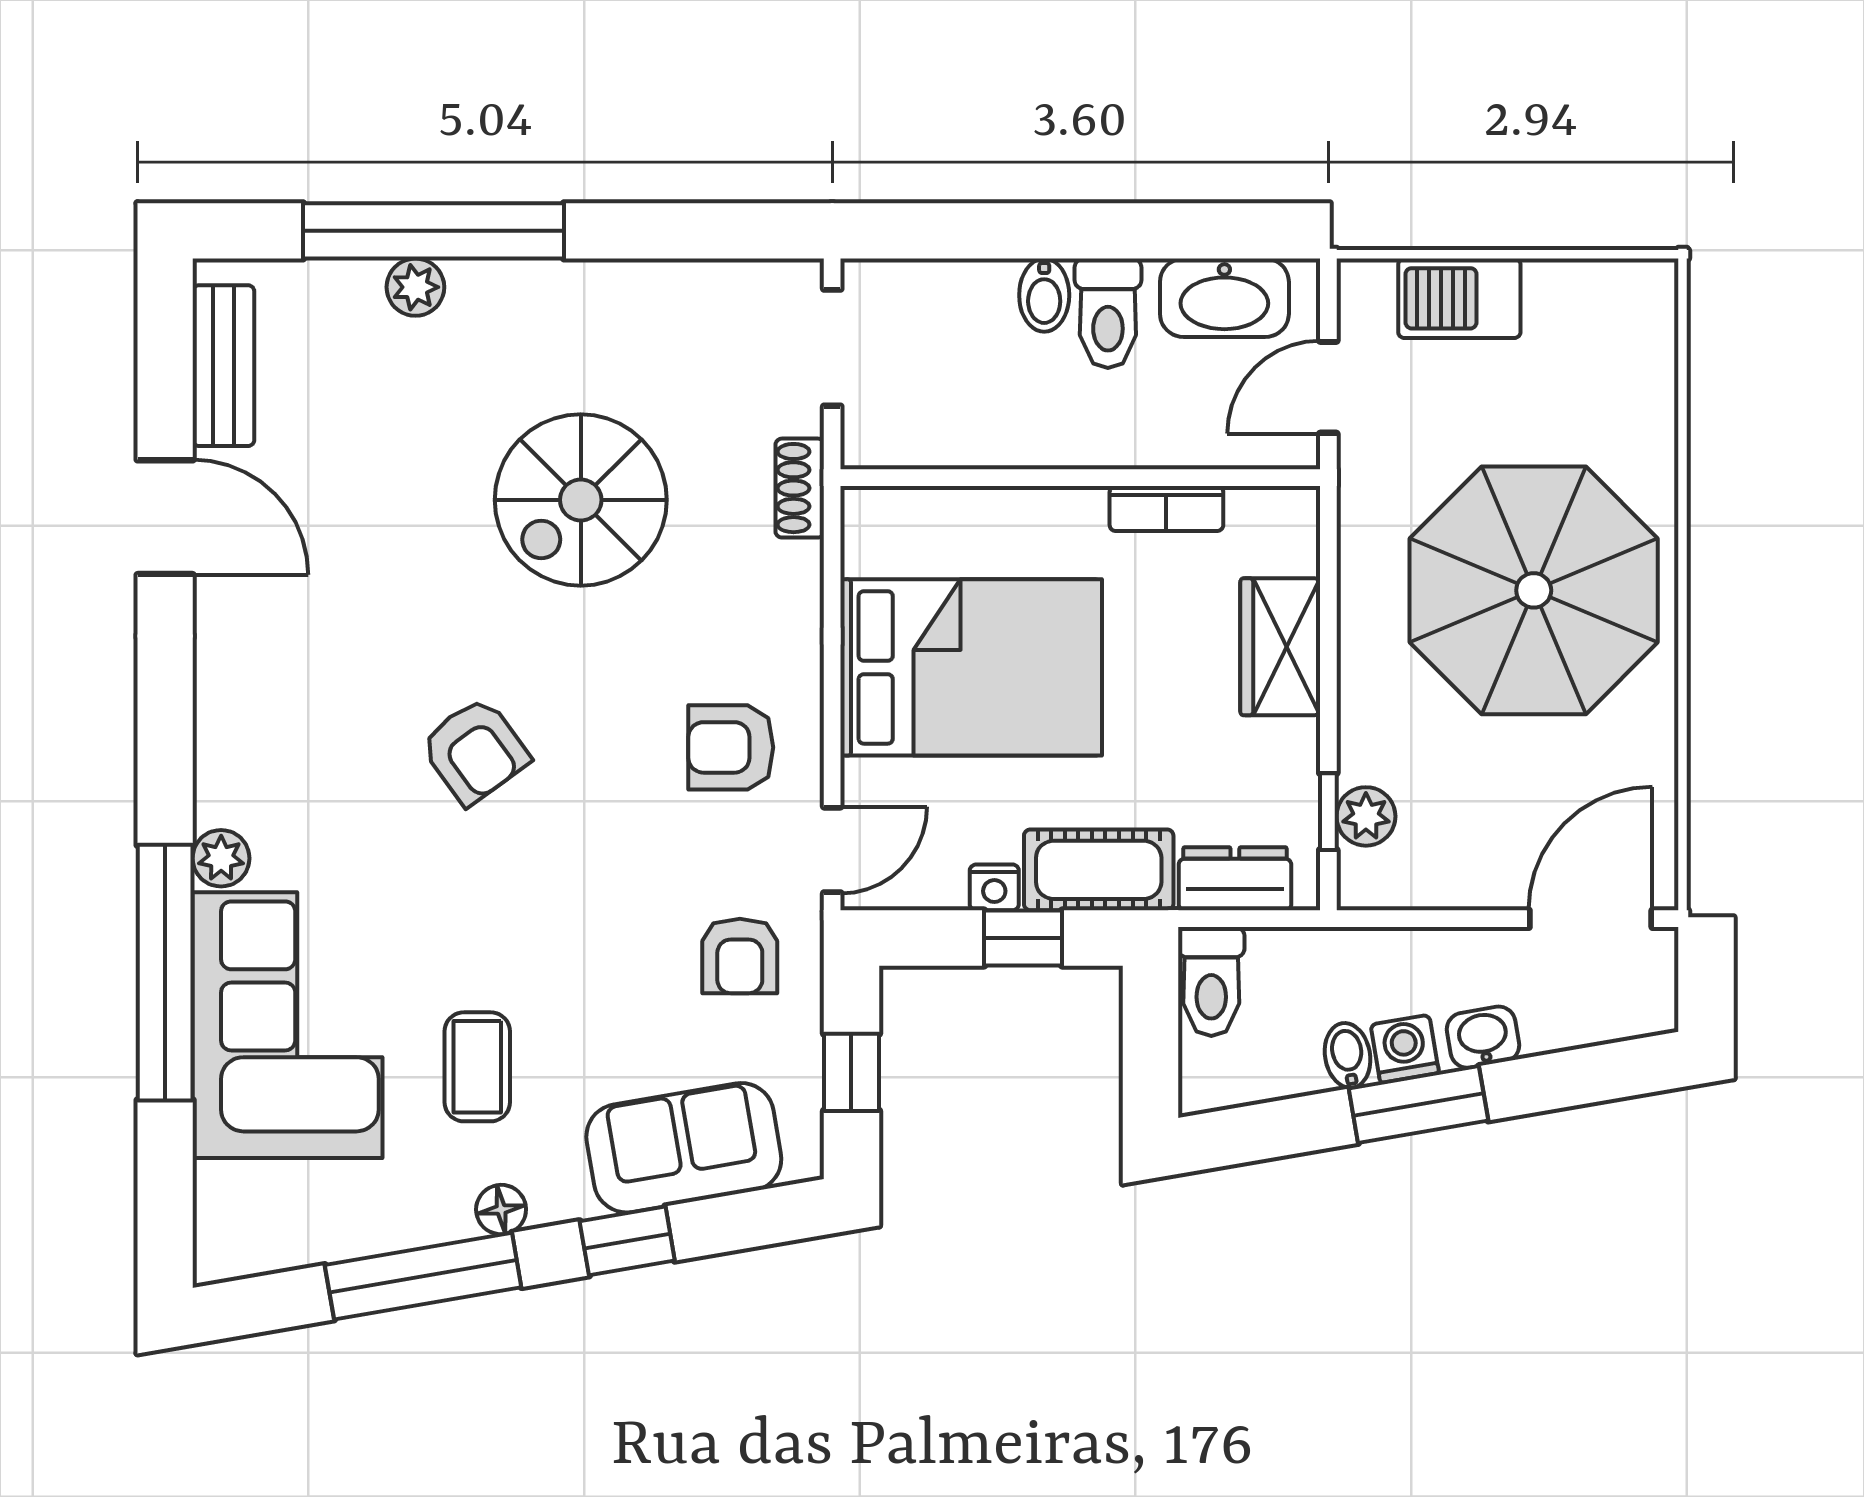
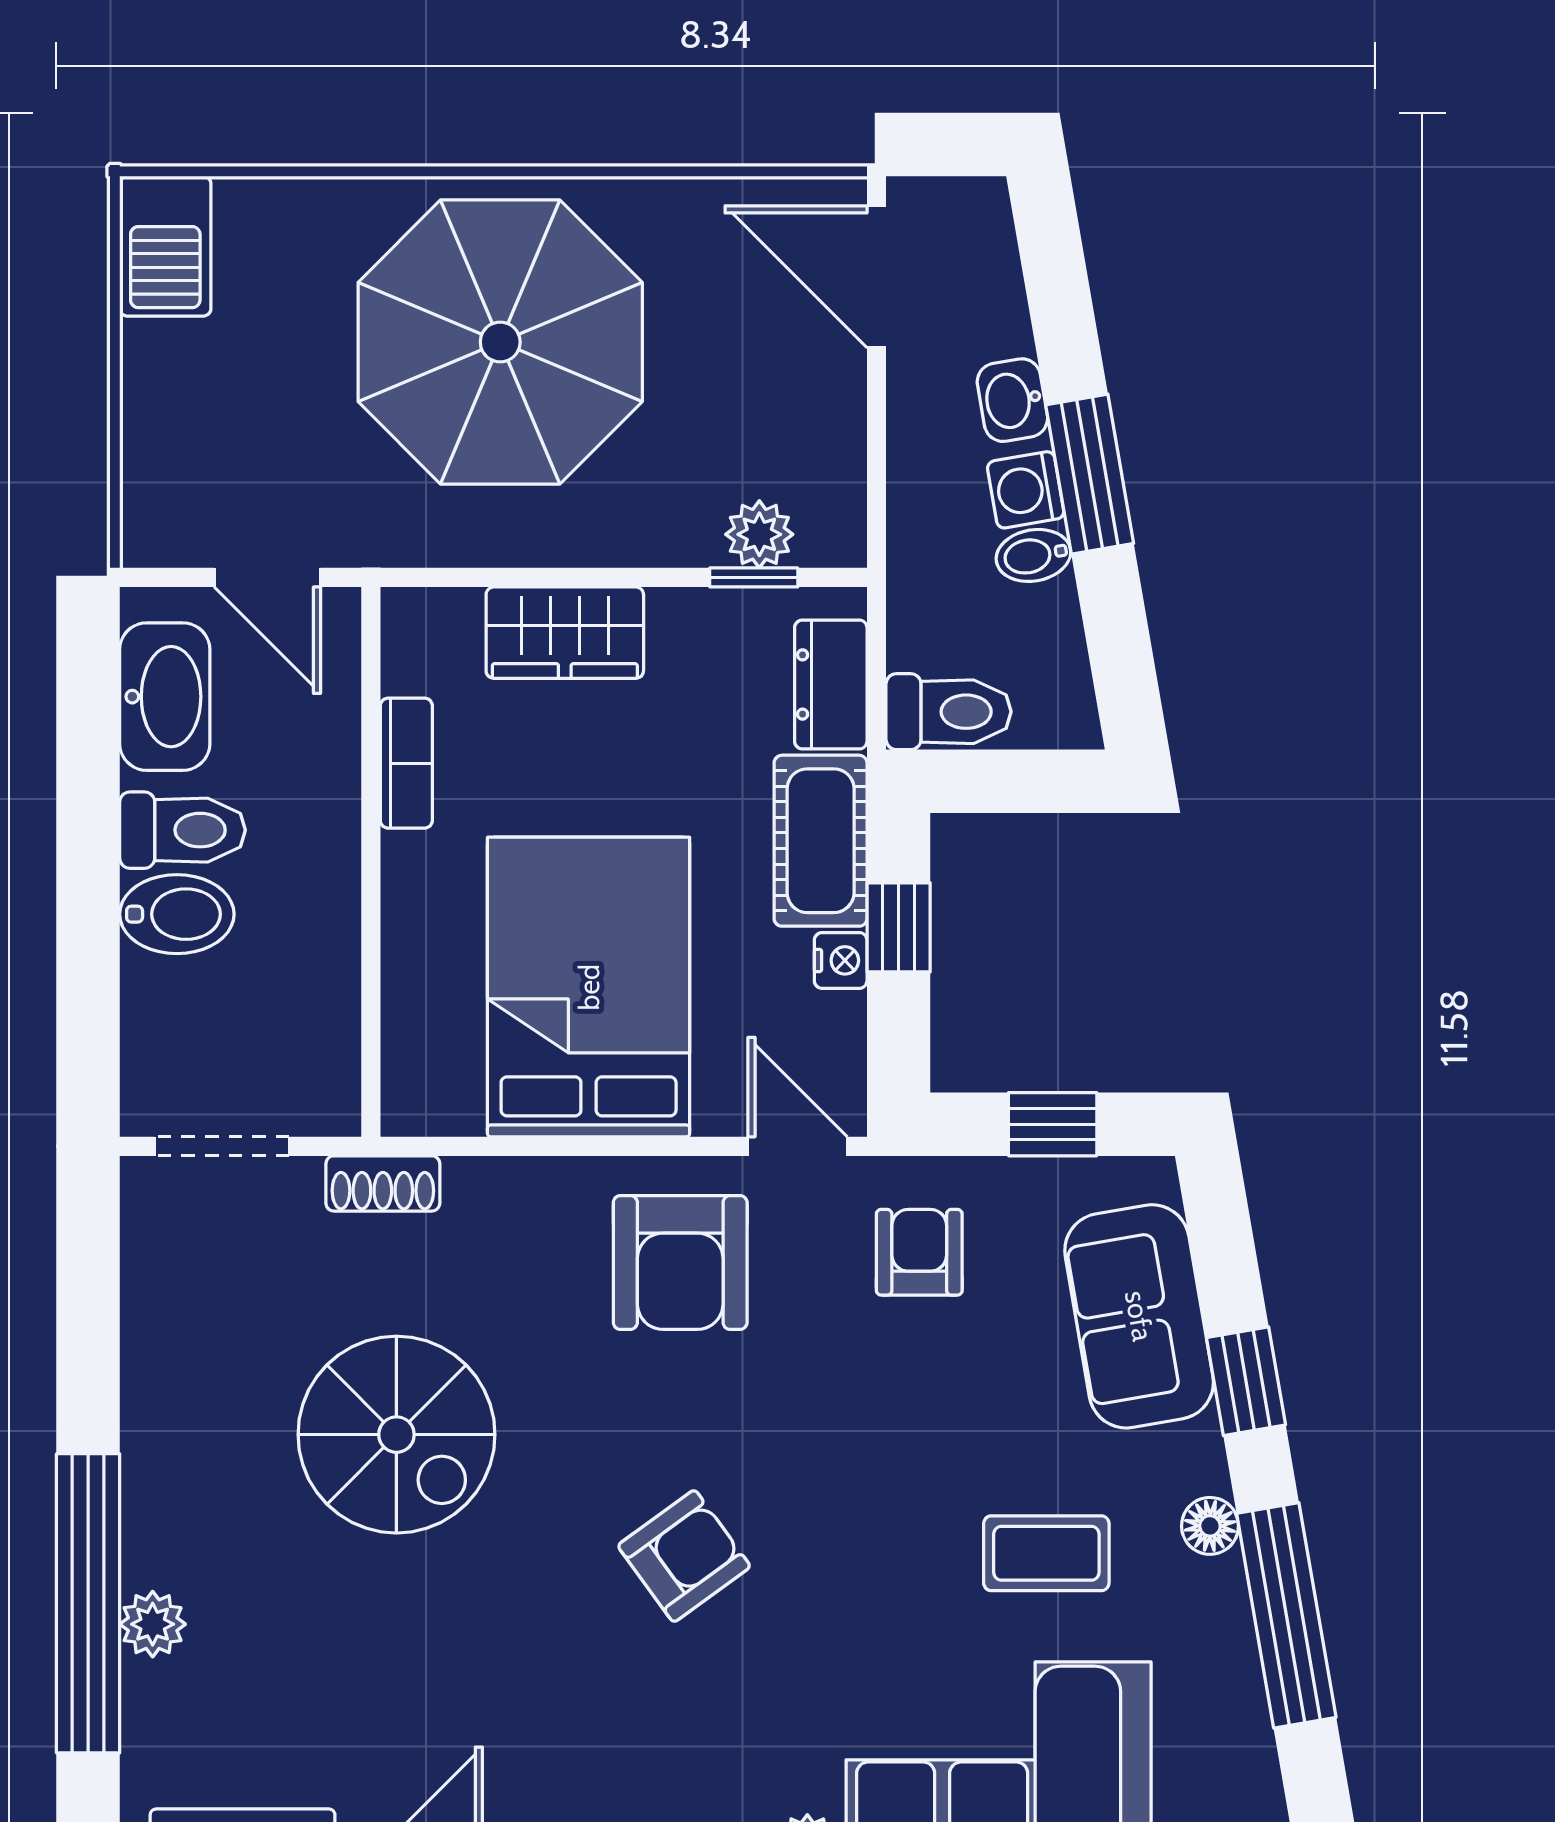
bidet: (1044, 295) -> (177, 914), width x1.38, depth x1.36
barbecue: (1459, 298) -> (165, 246), moved
armchair: (731, 747) -> (680, 1263), width x1.38, depth x1.38
armchair: (740, 956) -> (919, 1252), turned -90

